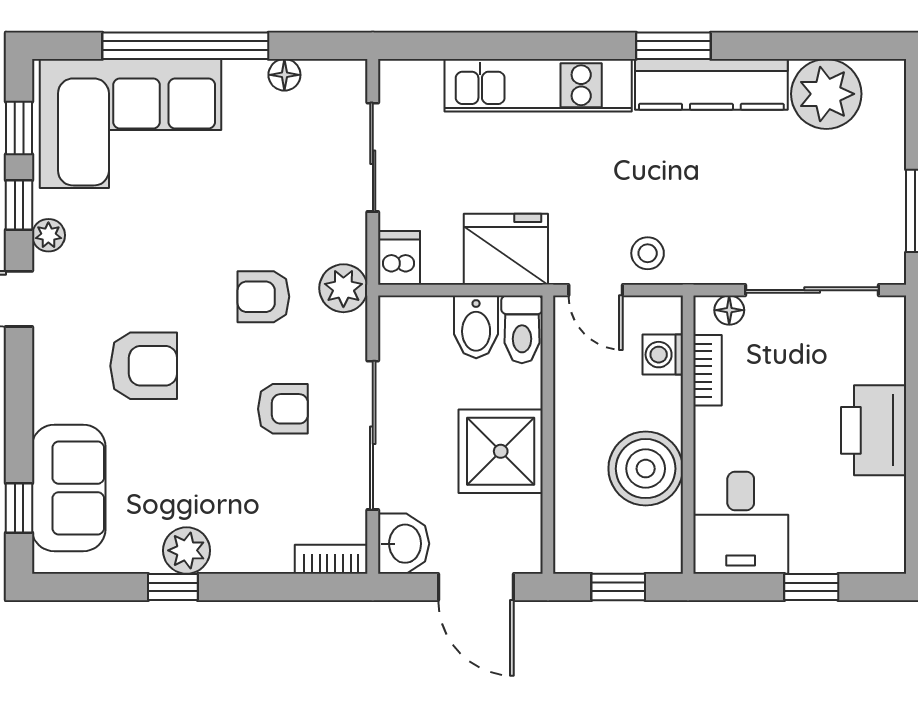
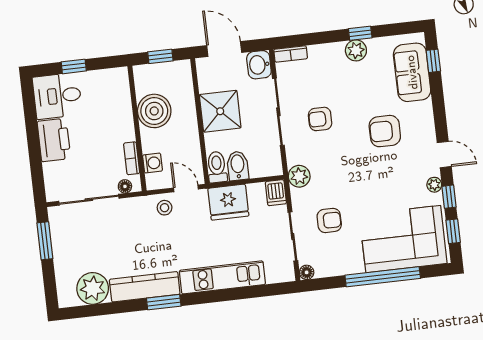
floor lamp: (284, 75) -> (307, 272), moved
armchair: (263, 297) -> (329, 220), moved
desk: (741, 523) -> (57, 96), moved, turned -90

